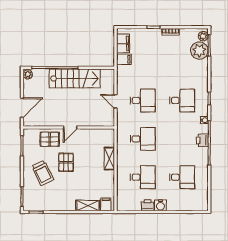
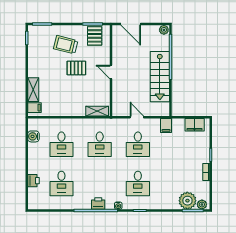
filing cabinet: (124, 59) -> (166, 125), moved
door: (116, 101) -> (137, 117), hinge flipped
pallet: (50, 139) -> (95, 36), moved
shelving: (109, 159) -> (97, 111), moved
trolley: (43, 173) -> (66, 45), turned 40
printer: (148, 205) -> (33, 181), moved
water cooler: (160, 205) -> (33, 136), moved

